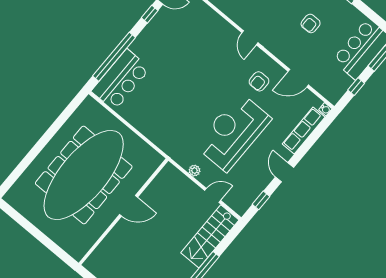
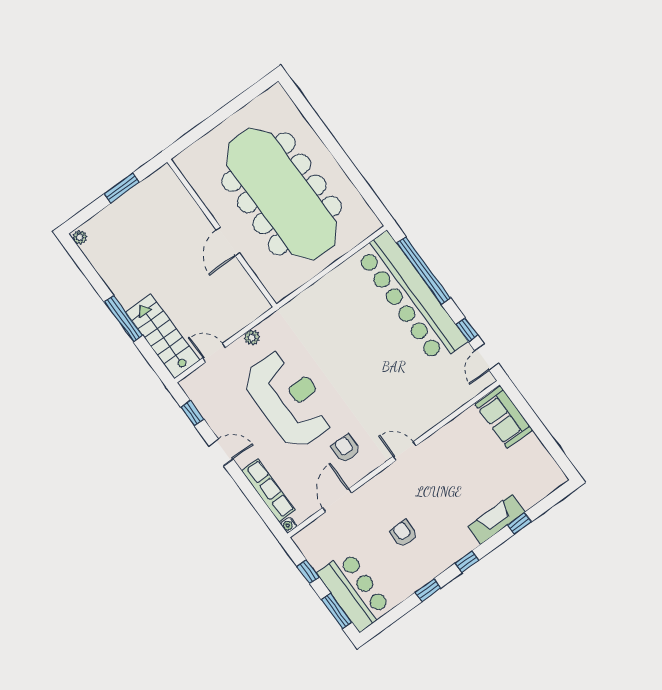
bar counter: (121, 80) -> (411, 298), width x1.86
door: (213, 195) -> (214, 353), swing flipped

